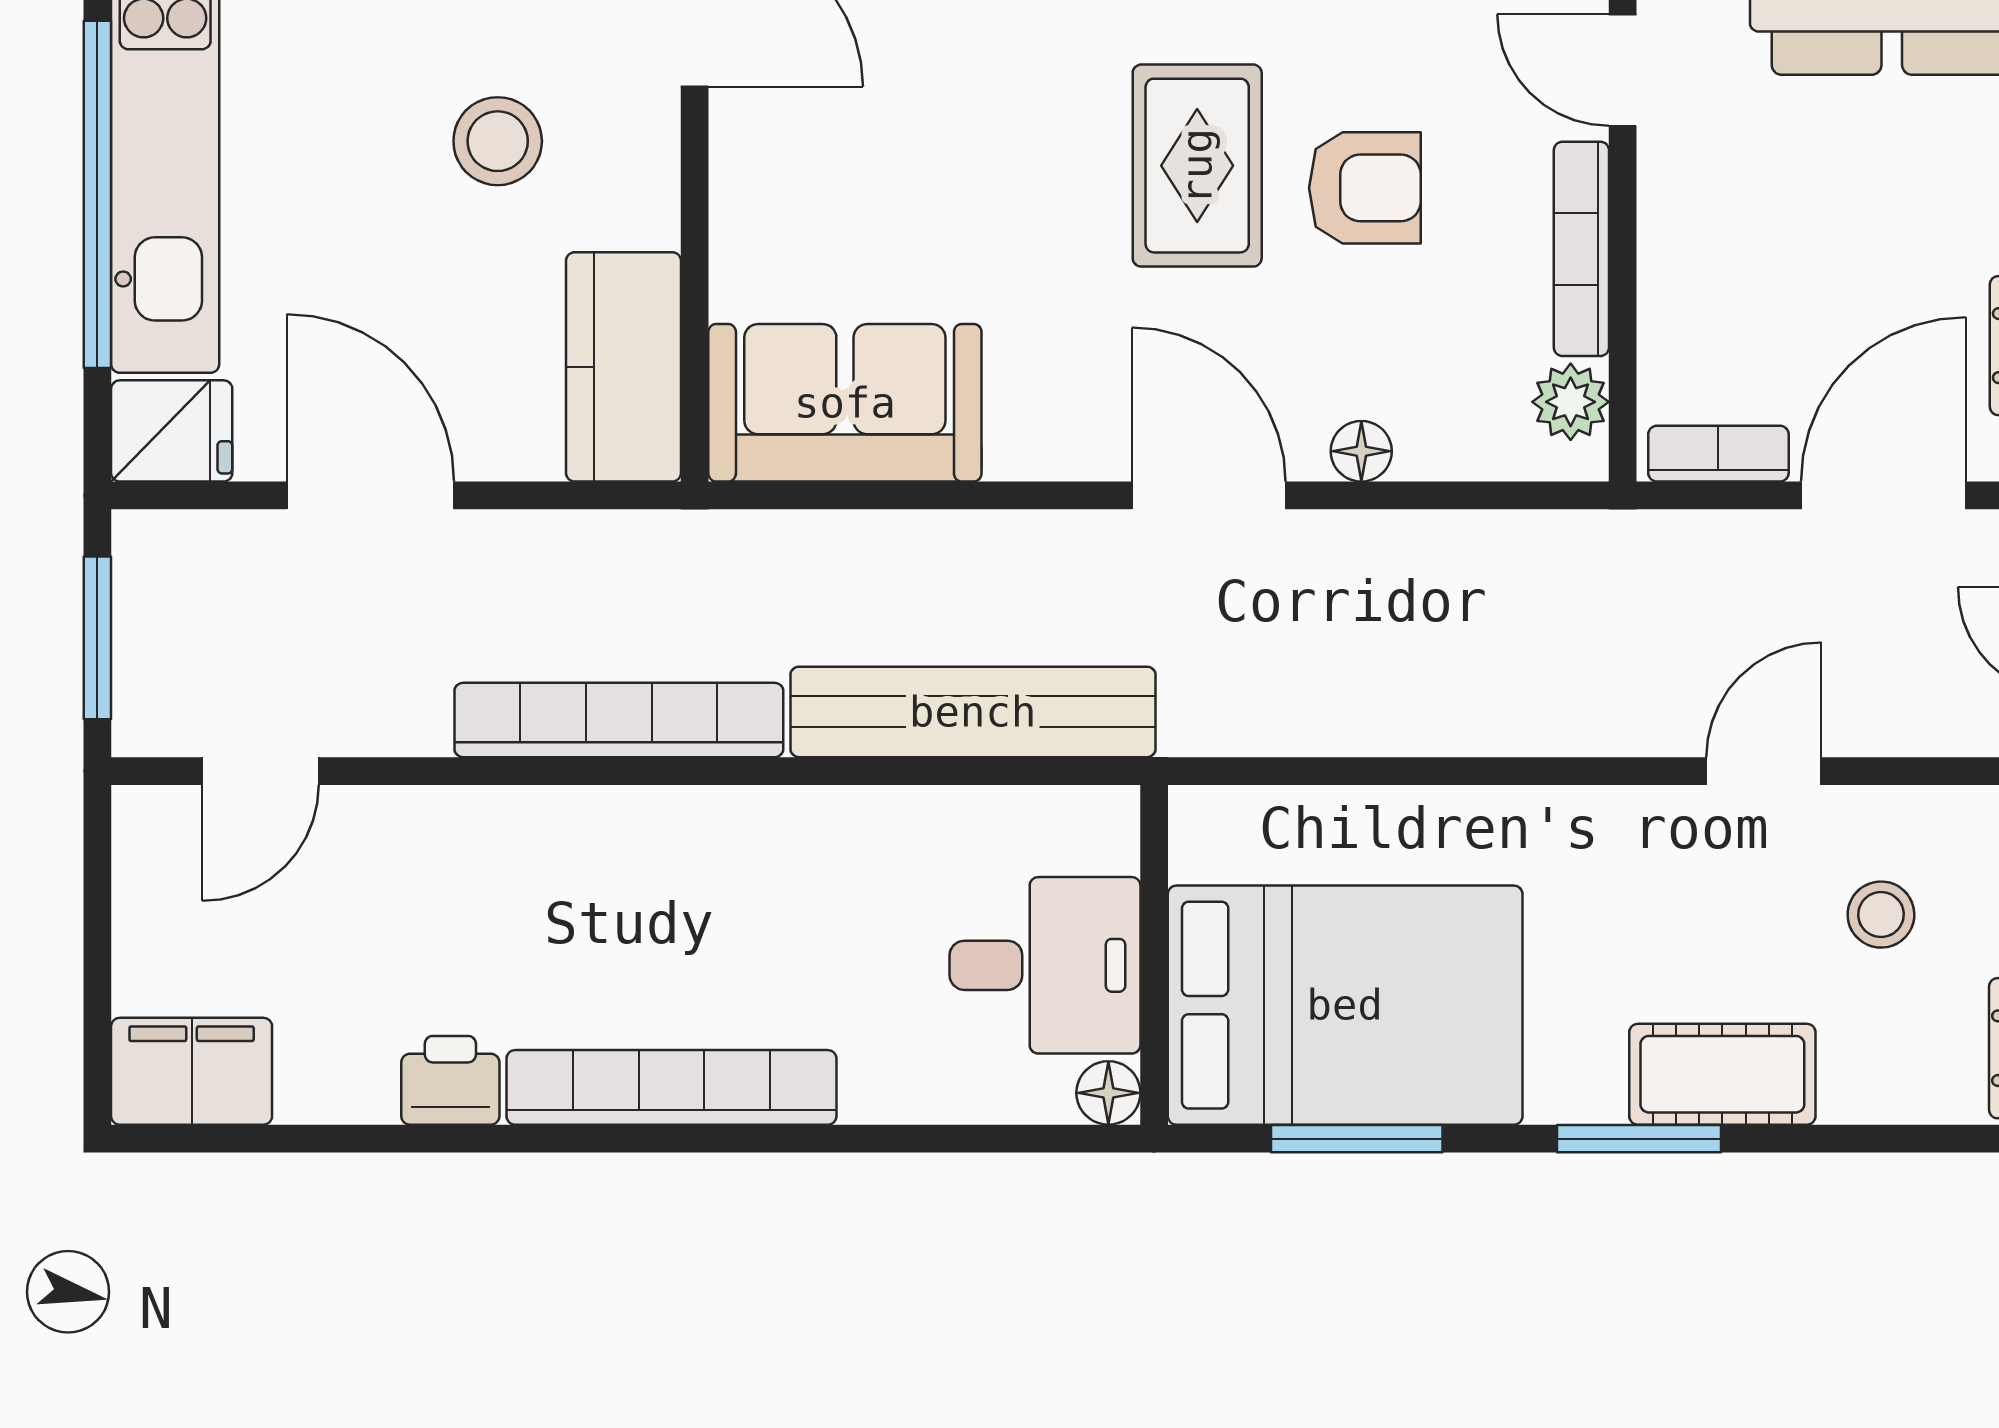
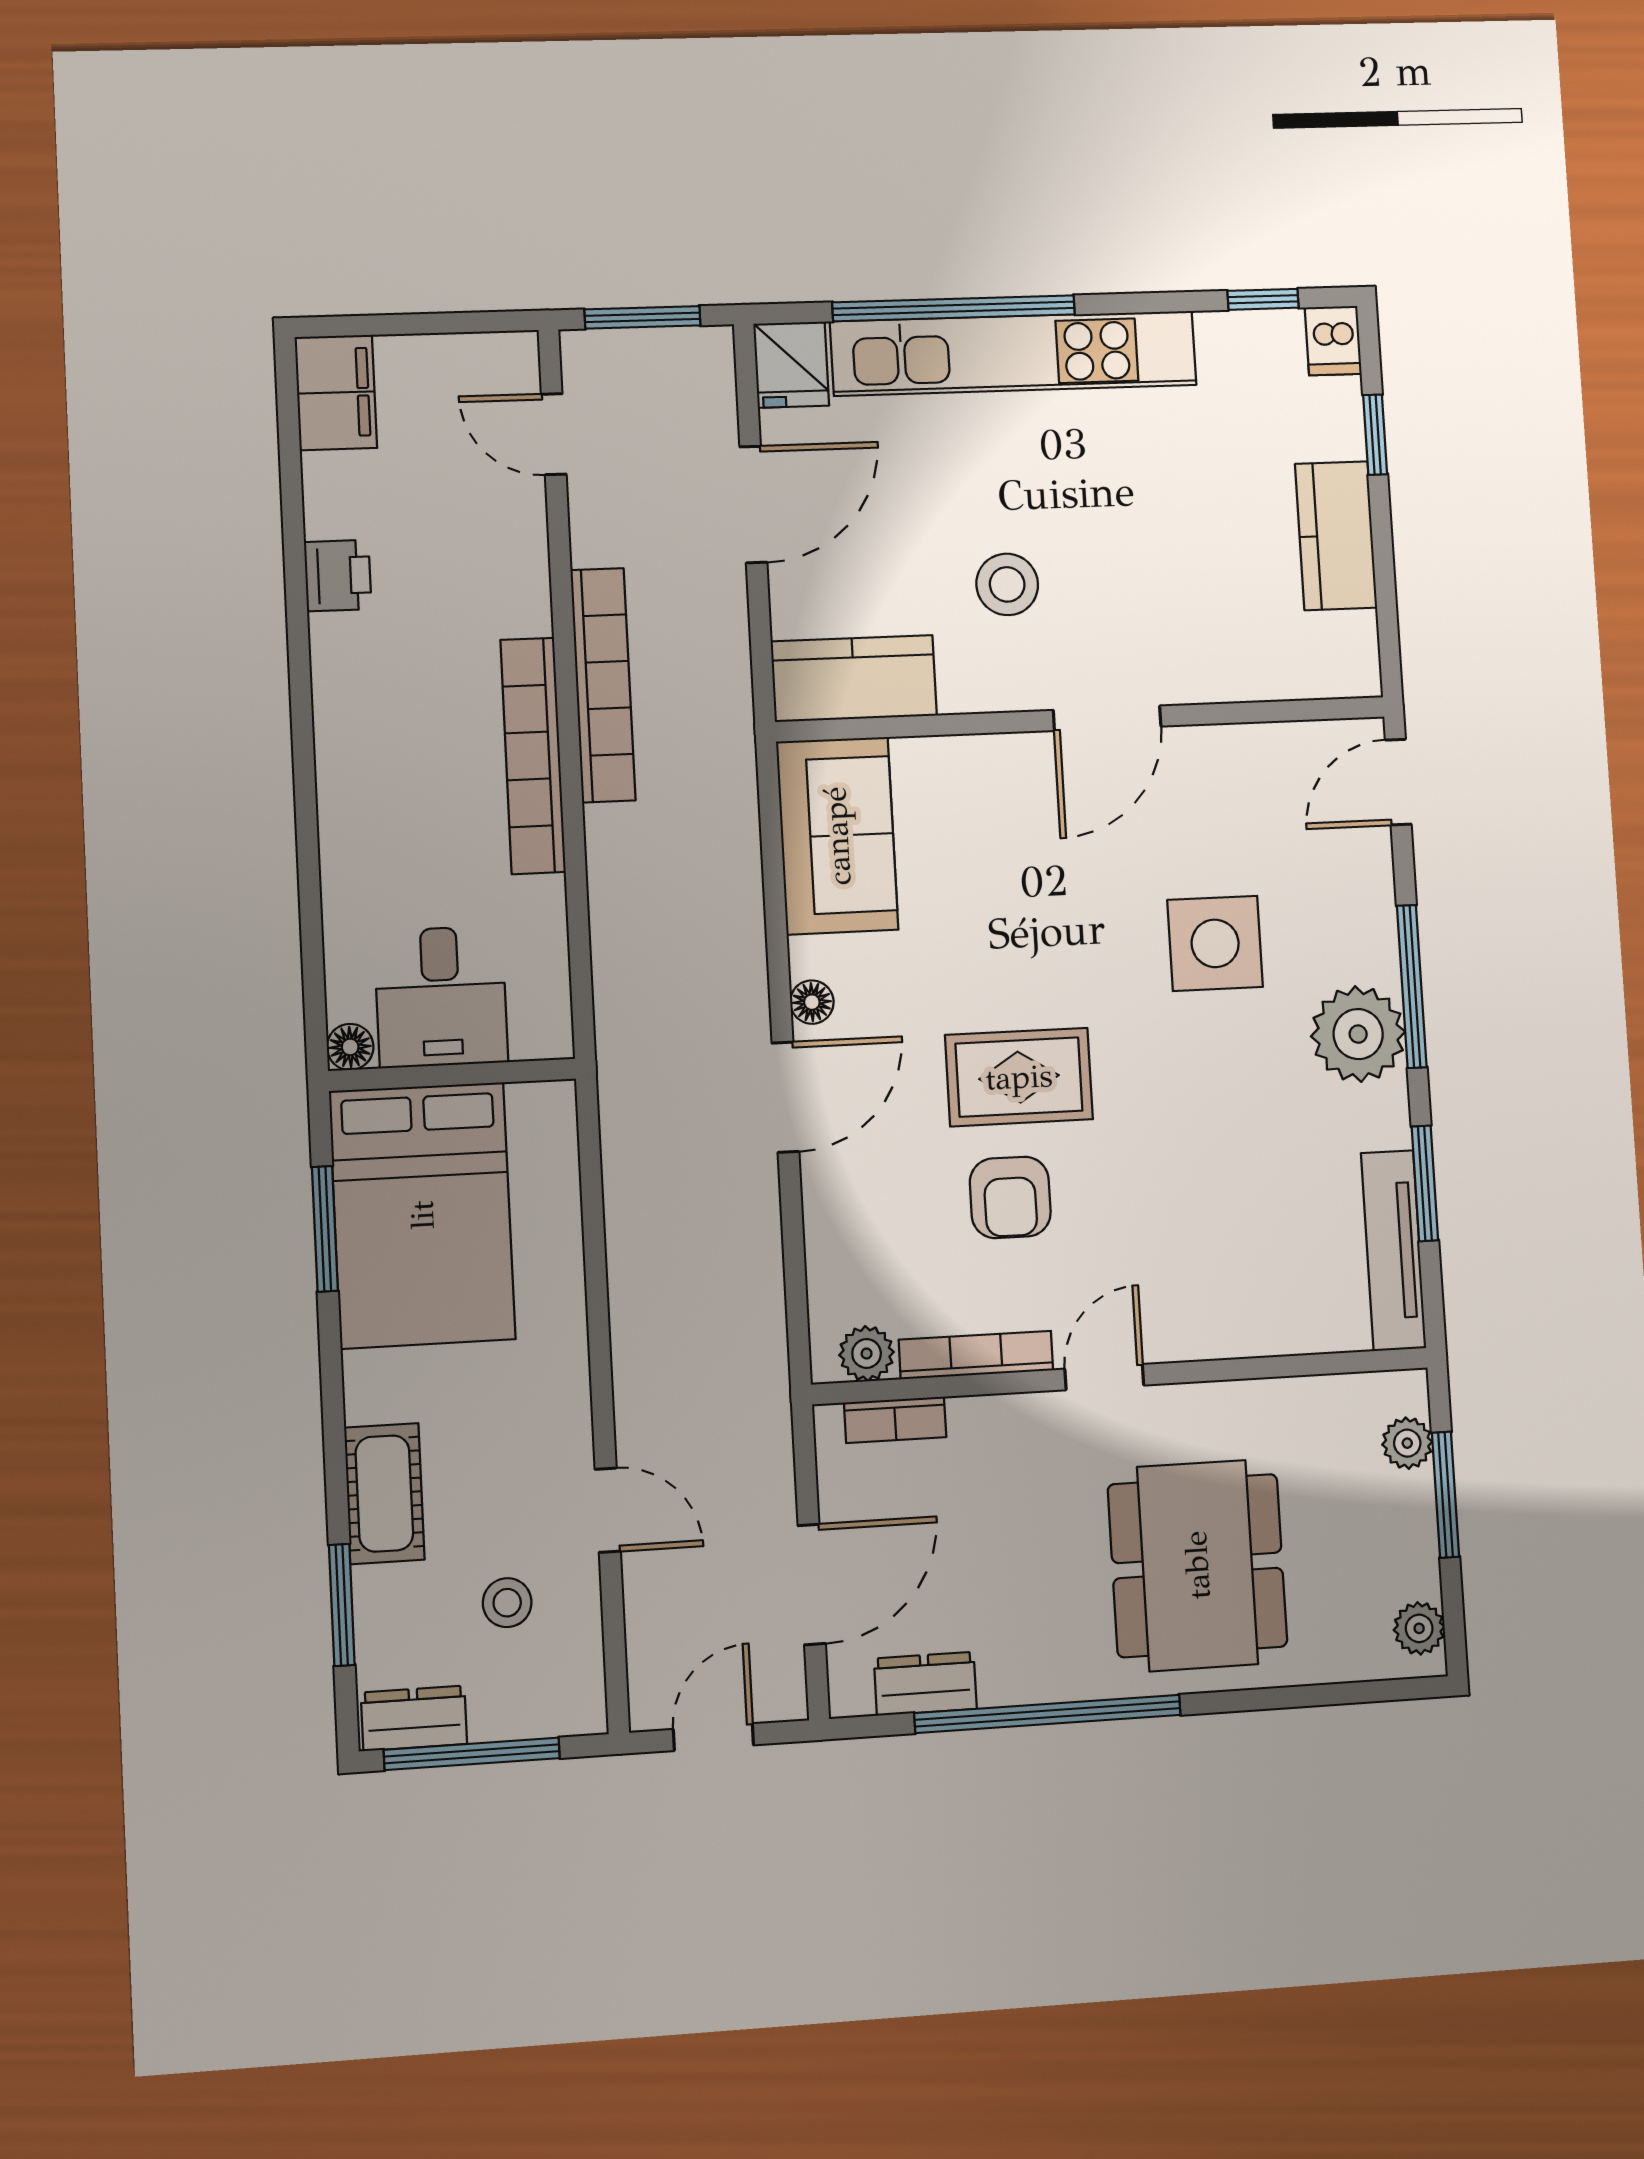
floor lamp: (1361, 451) -> (812, 1002), moved
bookcase: (1718, 454) -> (895, 1420), moved, turned 90
door: (1883, 495) -> (812, 1585), hinge flipped
bench: (973, 712) -> (622, 936), removed
bookcase: (671, 1087) -> (533, 756), moved, turned 180
window: (1639, 1139) -> (342, 1605), moved

